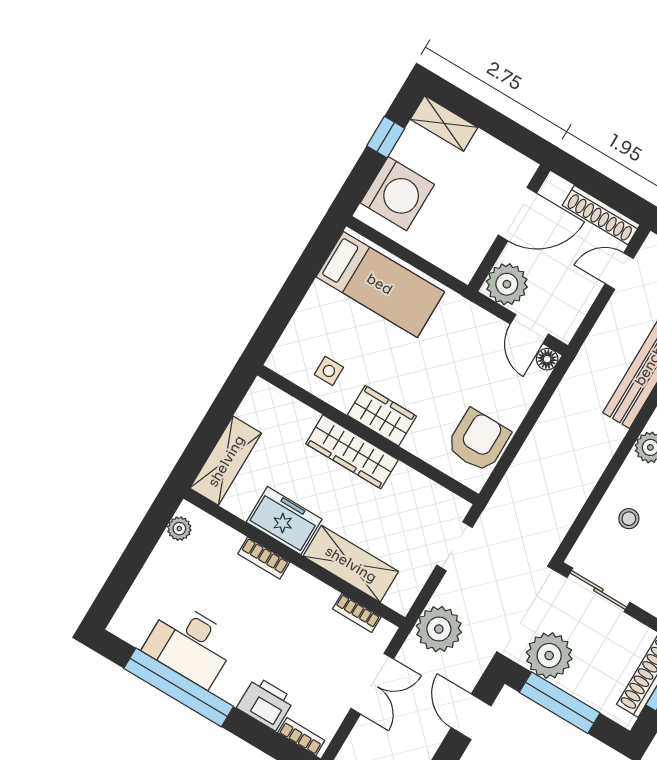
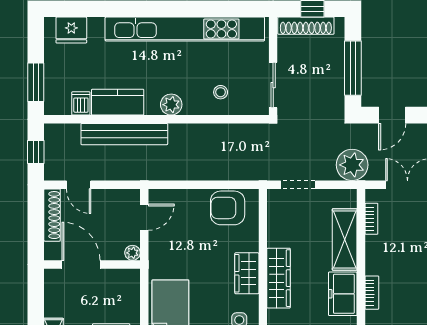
plant: (507, 284) -> (133, 253), width x0.53, depth x0.53
floor lamp: (547, 359) -> (156, 196), removed
plant: (549, 656) -> (329, 91), removed

